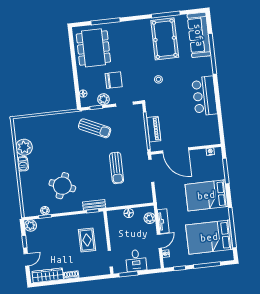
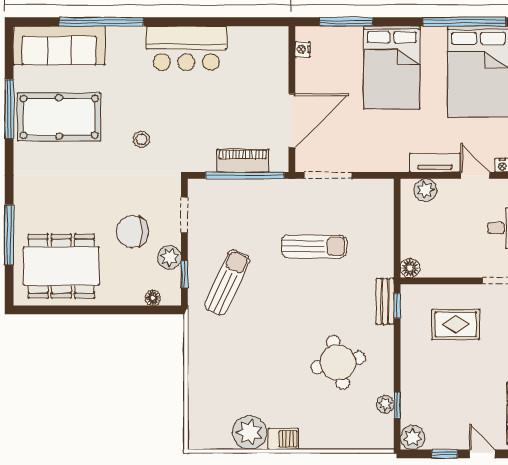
chair: (114, 80) -> (132, 232), turned -90
round table: (62, 186) -> (338, 362), turned -35
floor lamp: (129, 213) -> (410, 268), moved

